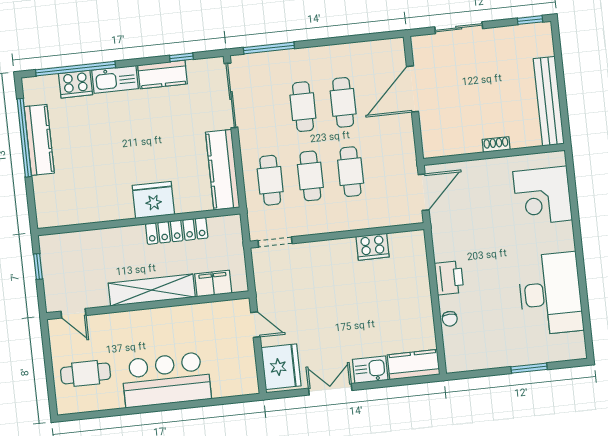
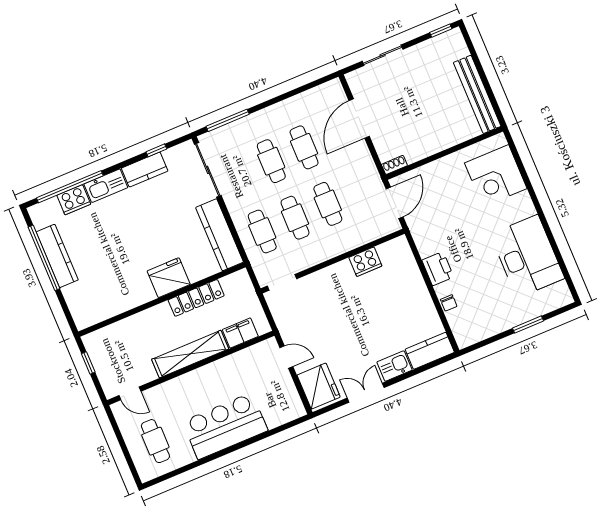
shoe rack: (496, 145) -> (394, 165), moved
cafe table: (86, 373) -> (155, 441), turned 90

